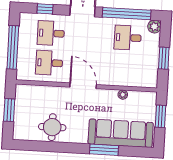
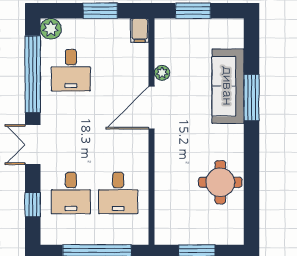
filing cabinet: (150, 82) -> (140, 30), added
door: (83, 86) -> (152, 108), moved
sofa: (121, 133) -> (228, 86), width x0.74, depth x0.79

